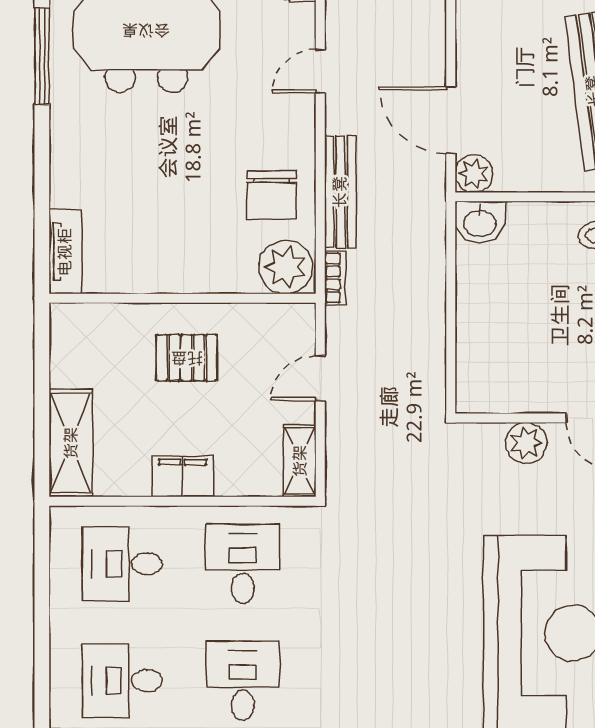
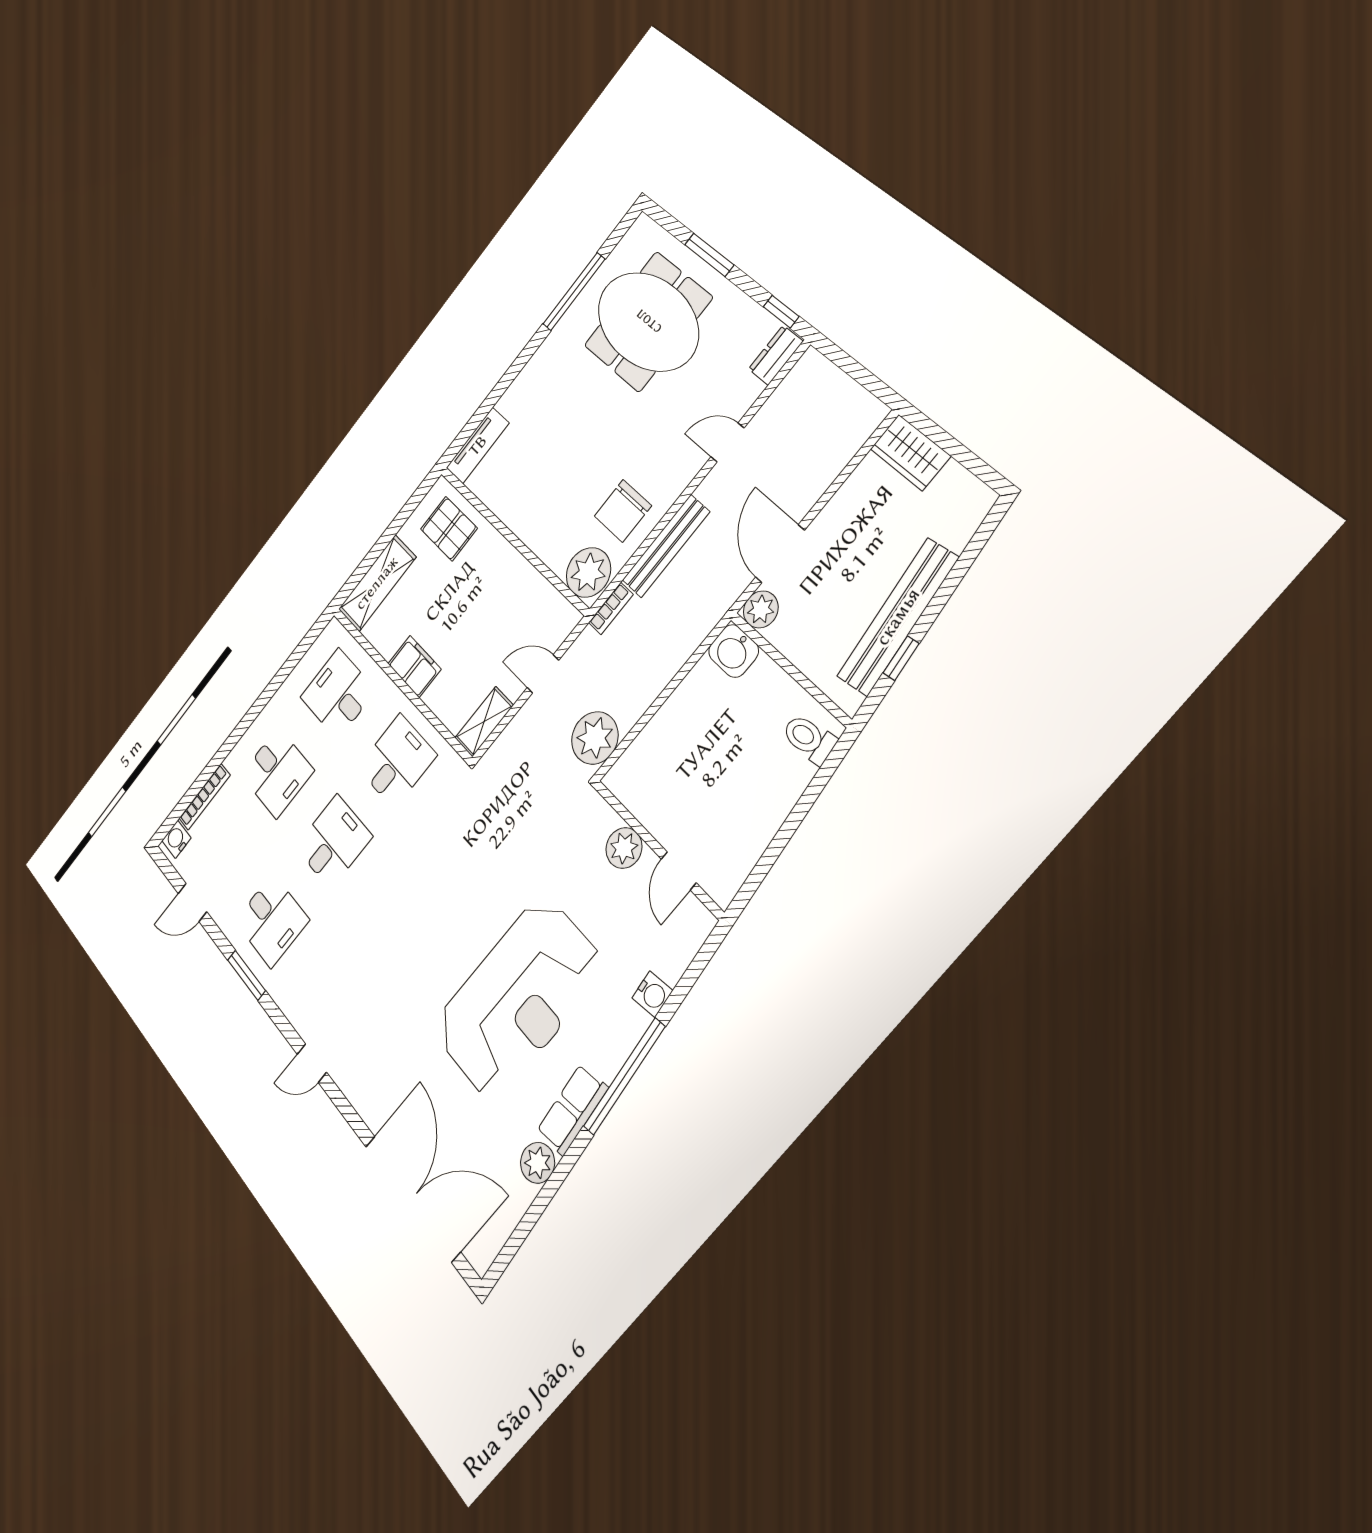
pallet: (187, 358) -> (449, 529), moved
plant: (419, 386) -> (595, 738), added
desk: (122, 681) -> (277, 773), turned 180

